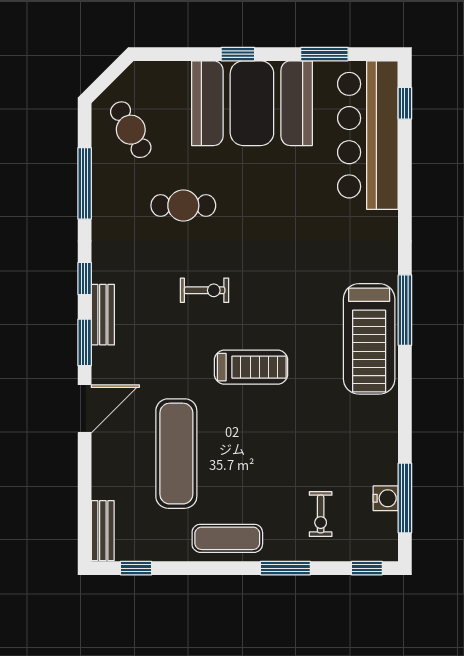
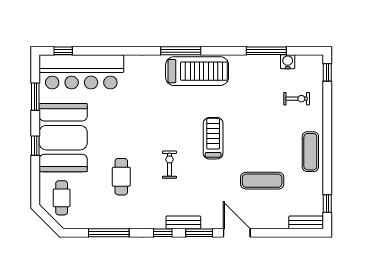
cafe table: (131, 130) -> (62, 198), moved, turned -61
exercise mat: (176, 454) -> (262, 181), width x0.73, depth x0.69
window: (405, 498) -> (266, 51), moved
window: (285, 568) -> (327, 119), removed

